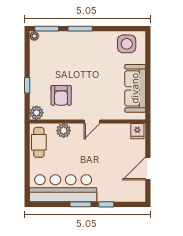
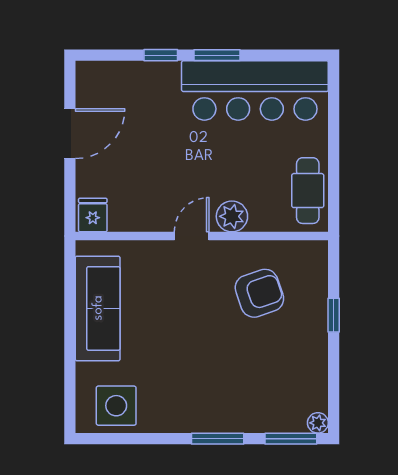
armchair: (61, 95) -> (259, 293), turned 71
plant: (36, 113) -> (313, 255), removed
plant: (64, 131) -> (232, 216), moved

